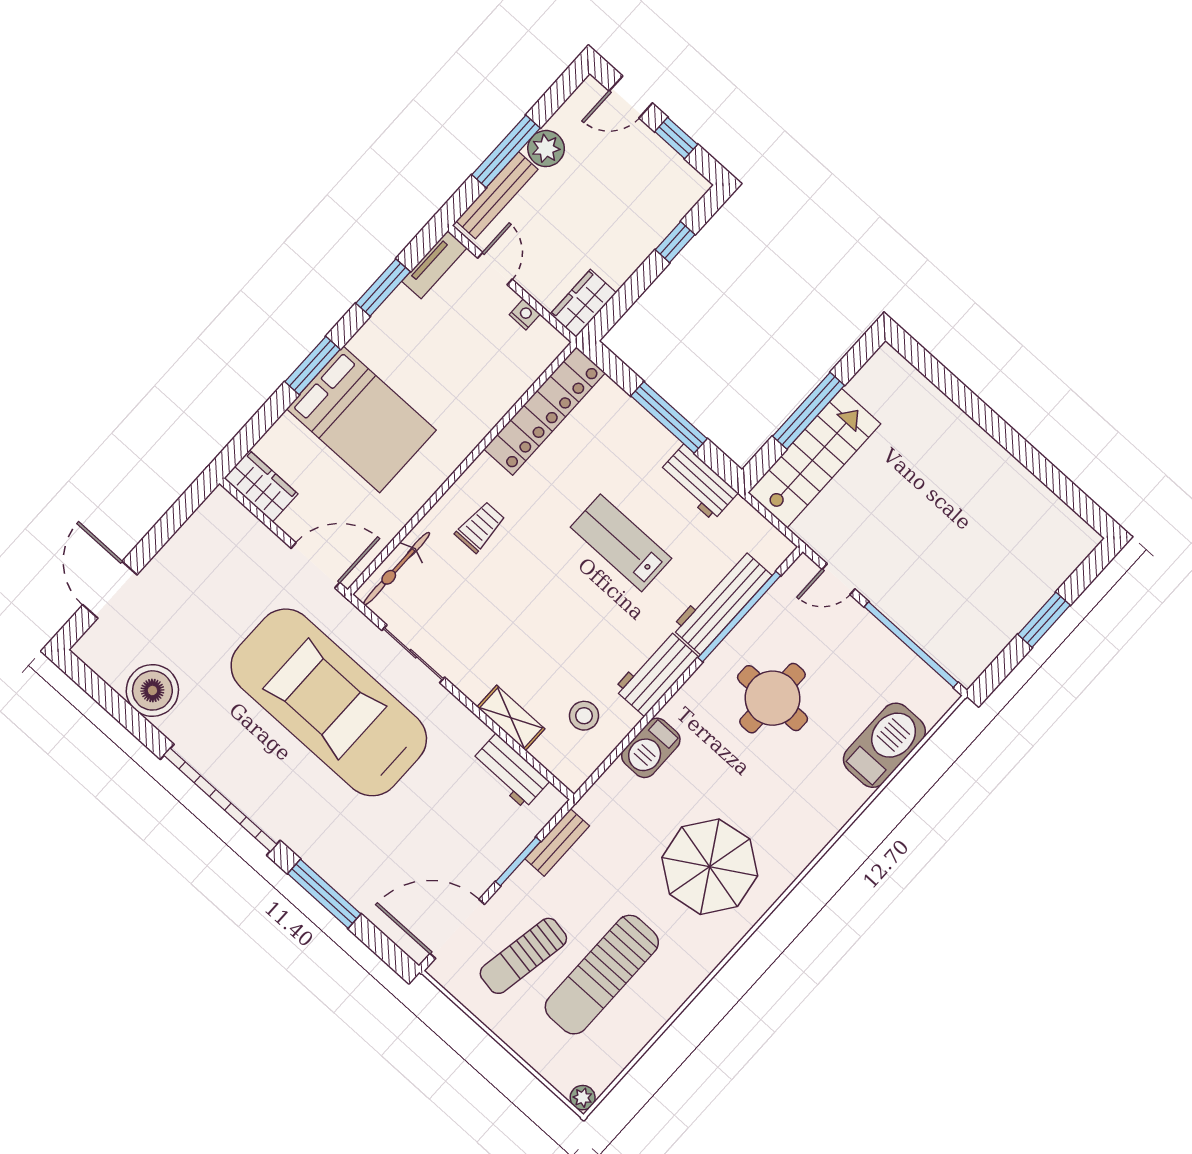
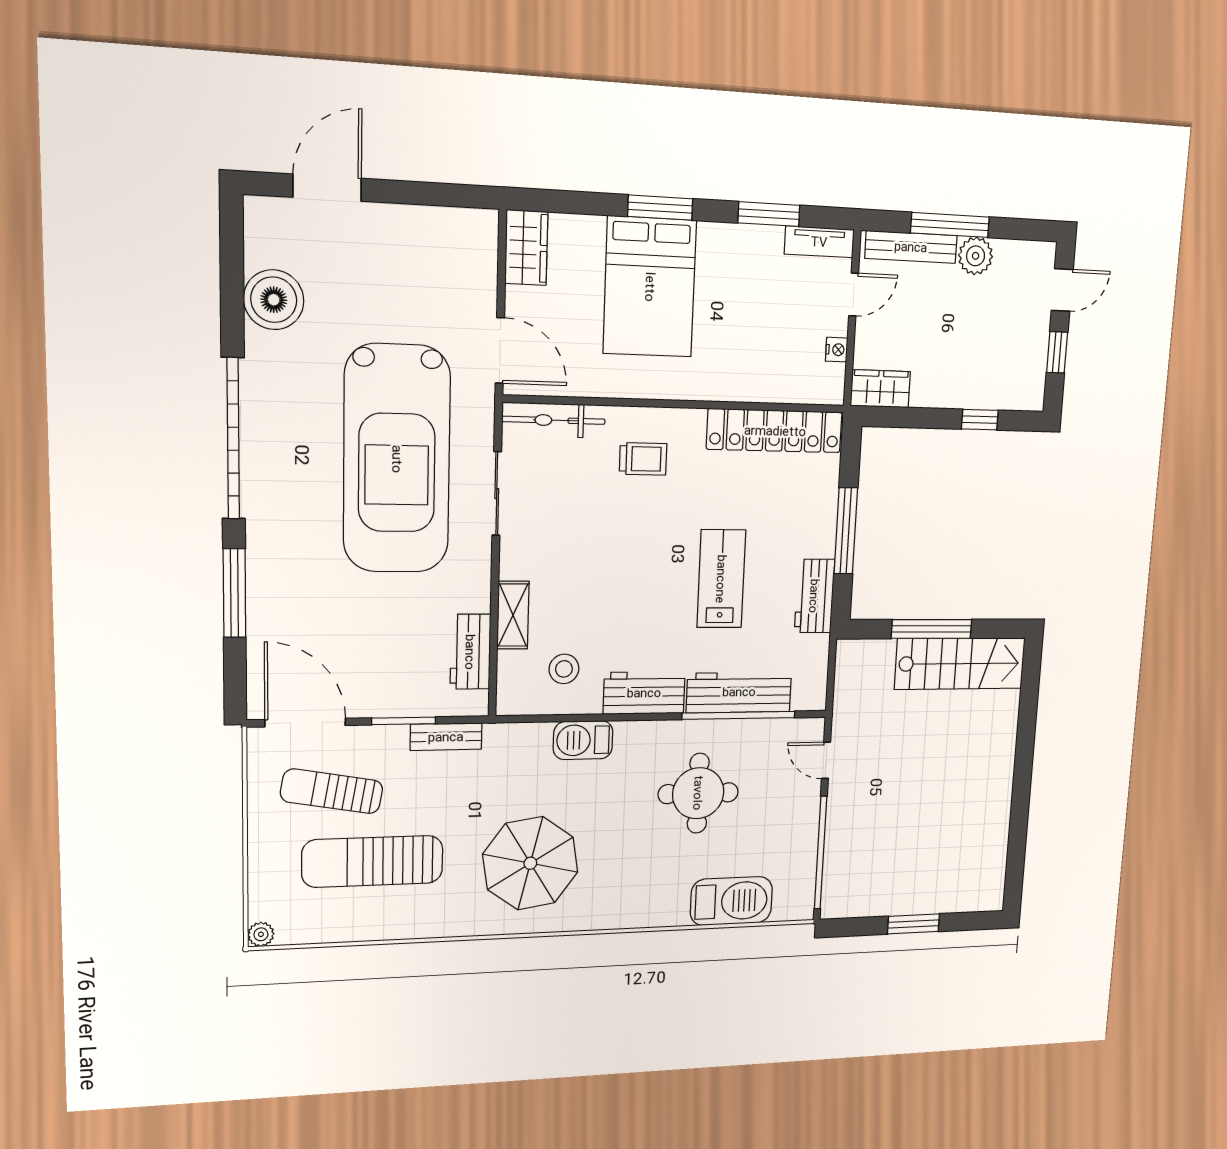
door: (631, 97) -> (1062, 290), swing flipped
stairs: (814, 458) -> (960, 664), moved
car: (329, 702) -> (397, 459), turned 180

